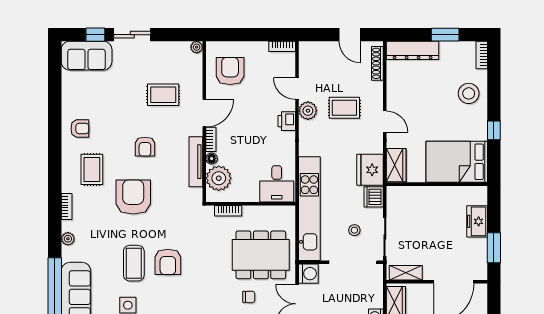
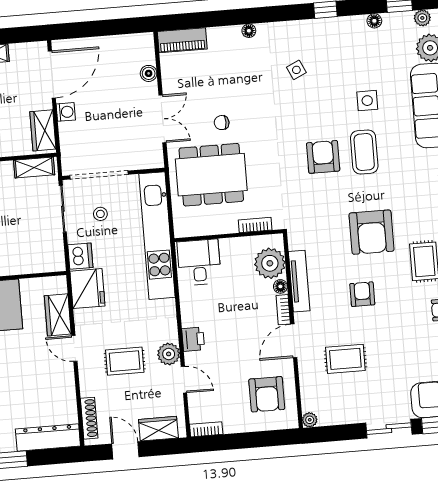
wardrobe: (321, 50) -> (158, 429), added
wardrobe: (396, 165) -> (58, 315), moved
washing machine: (308, 274) -> (152, 157), removed

